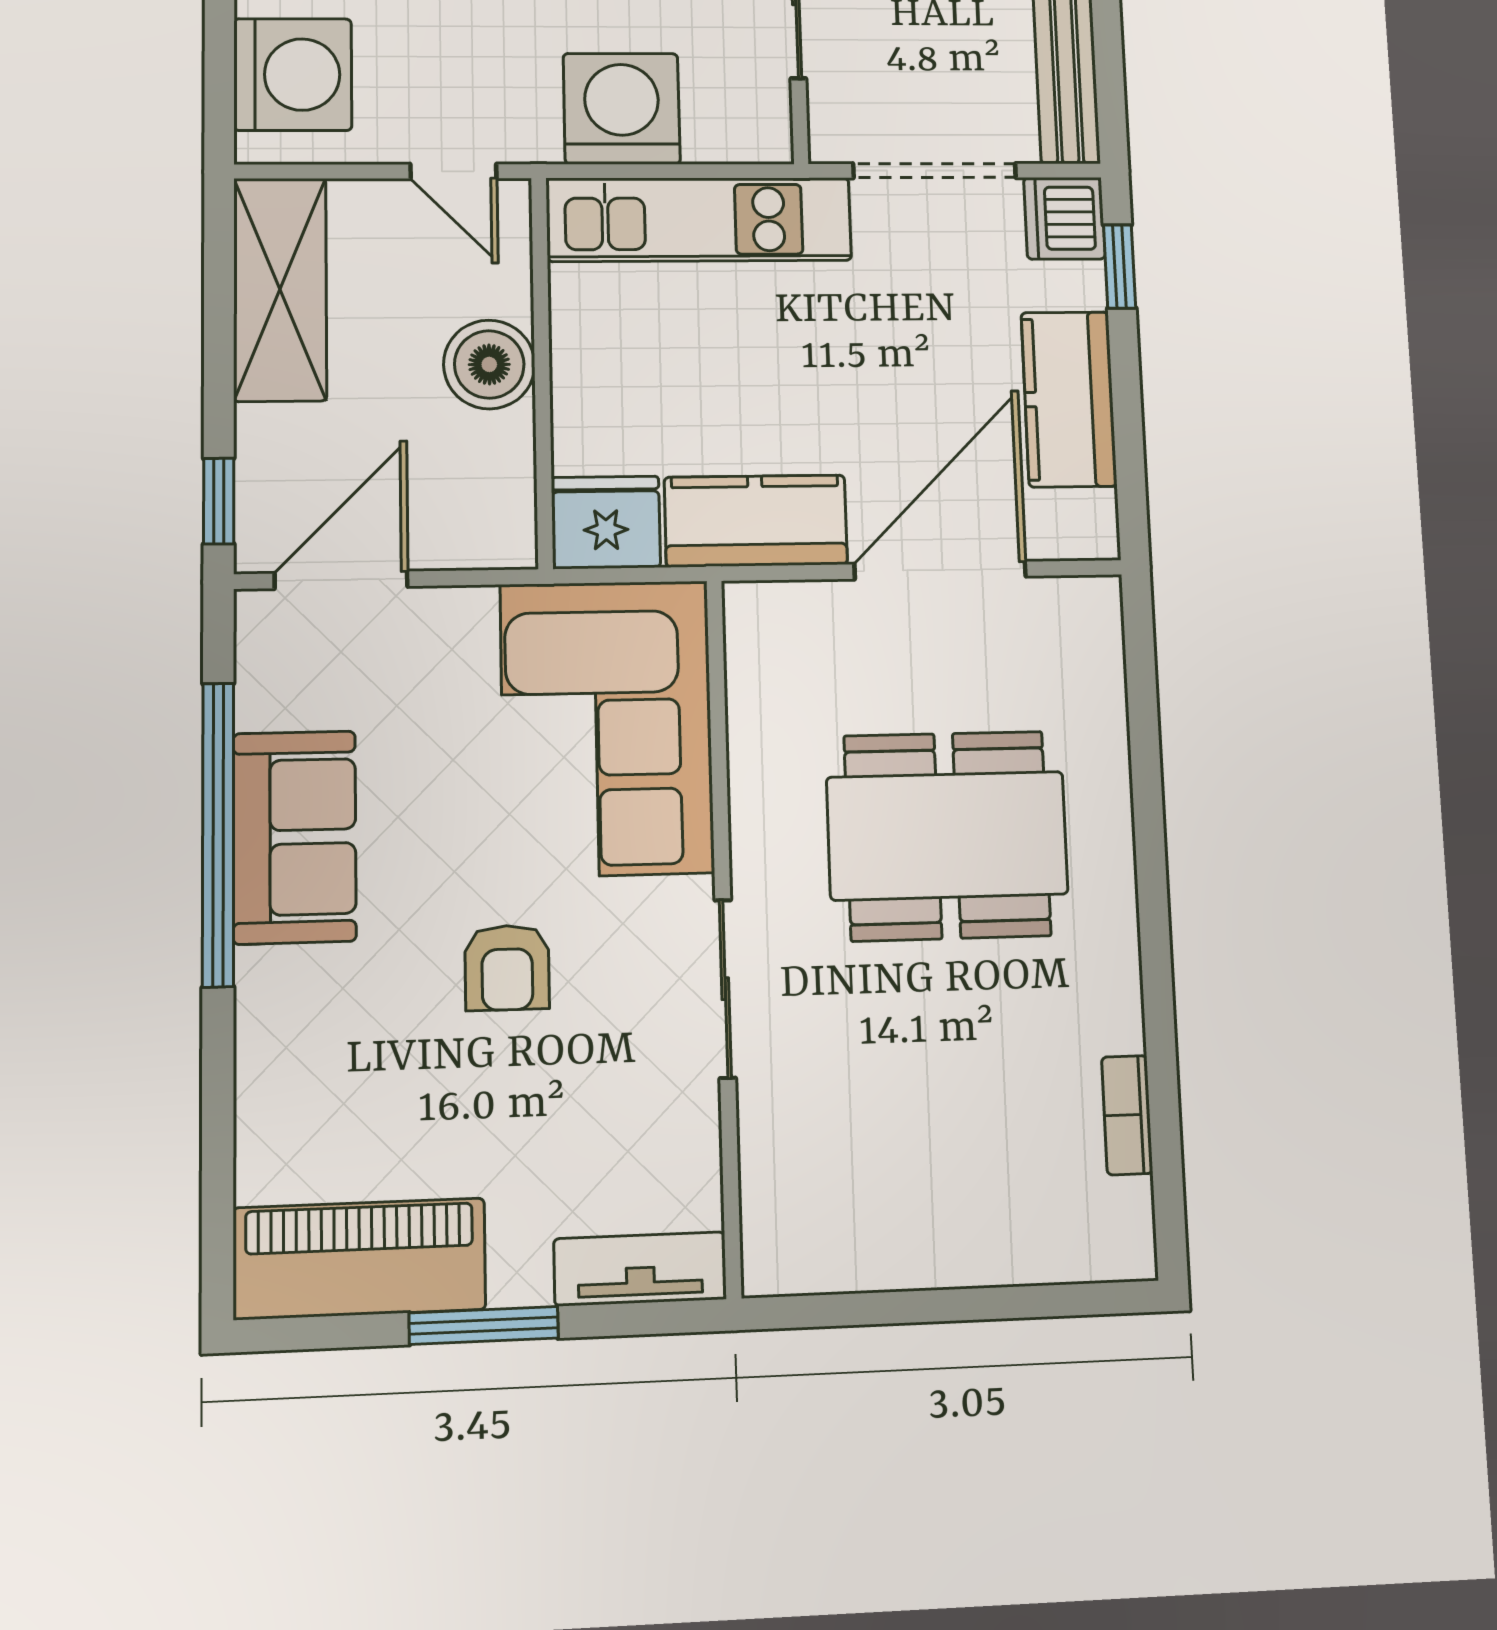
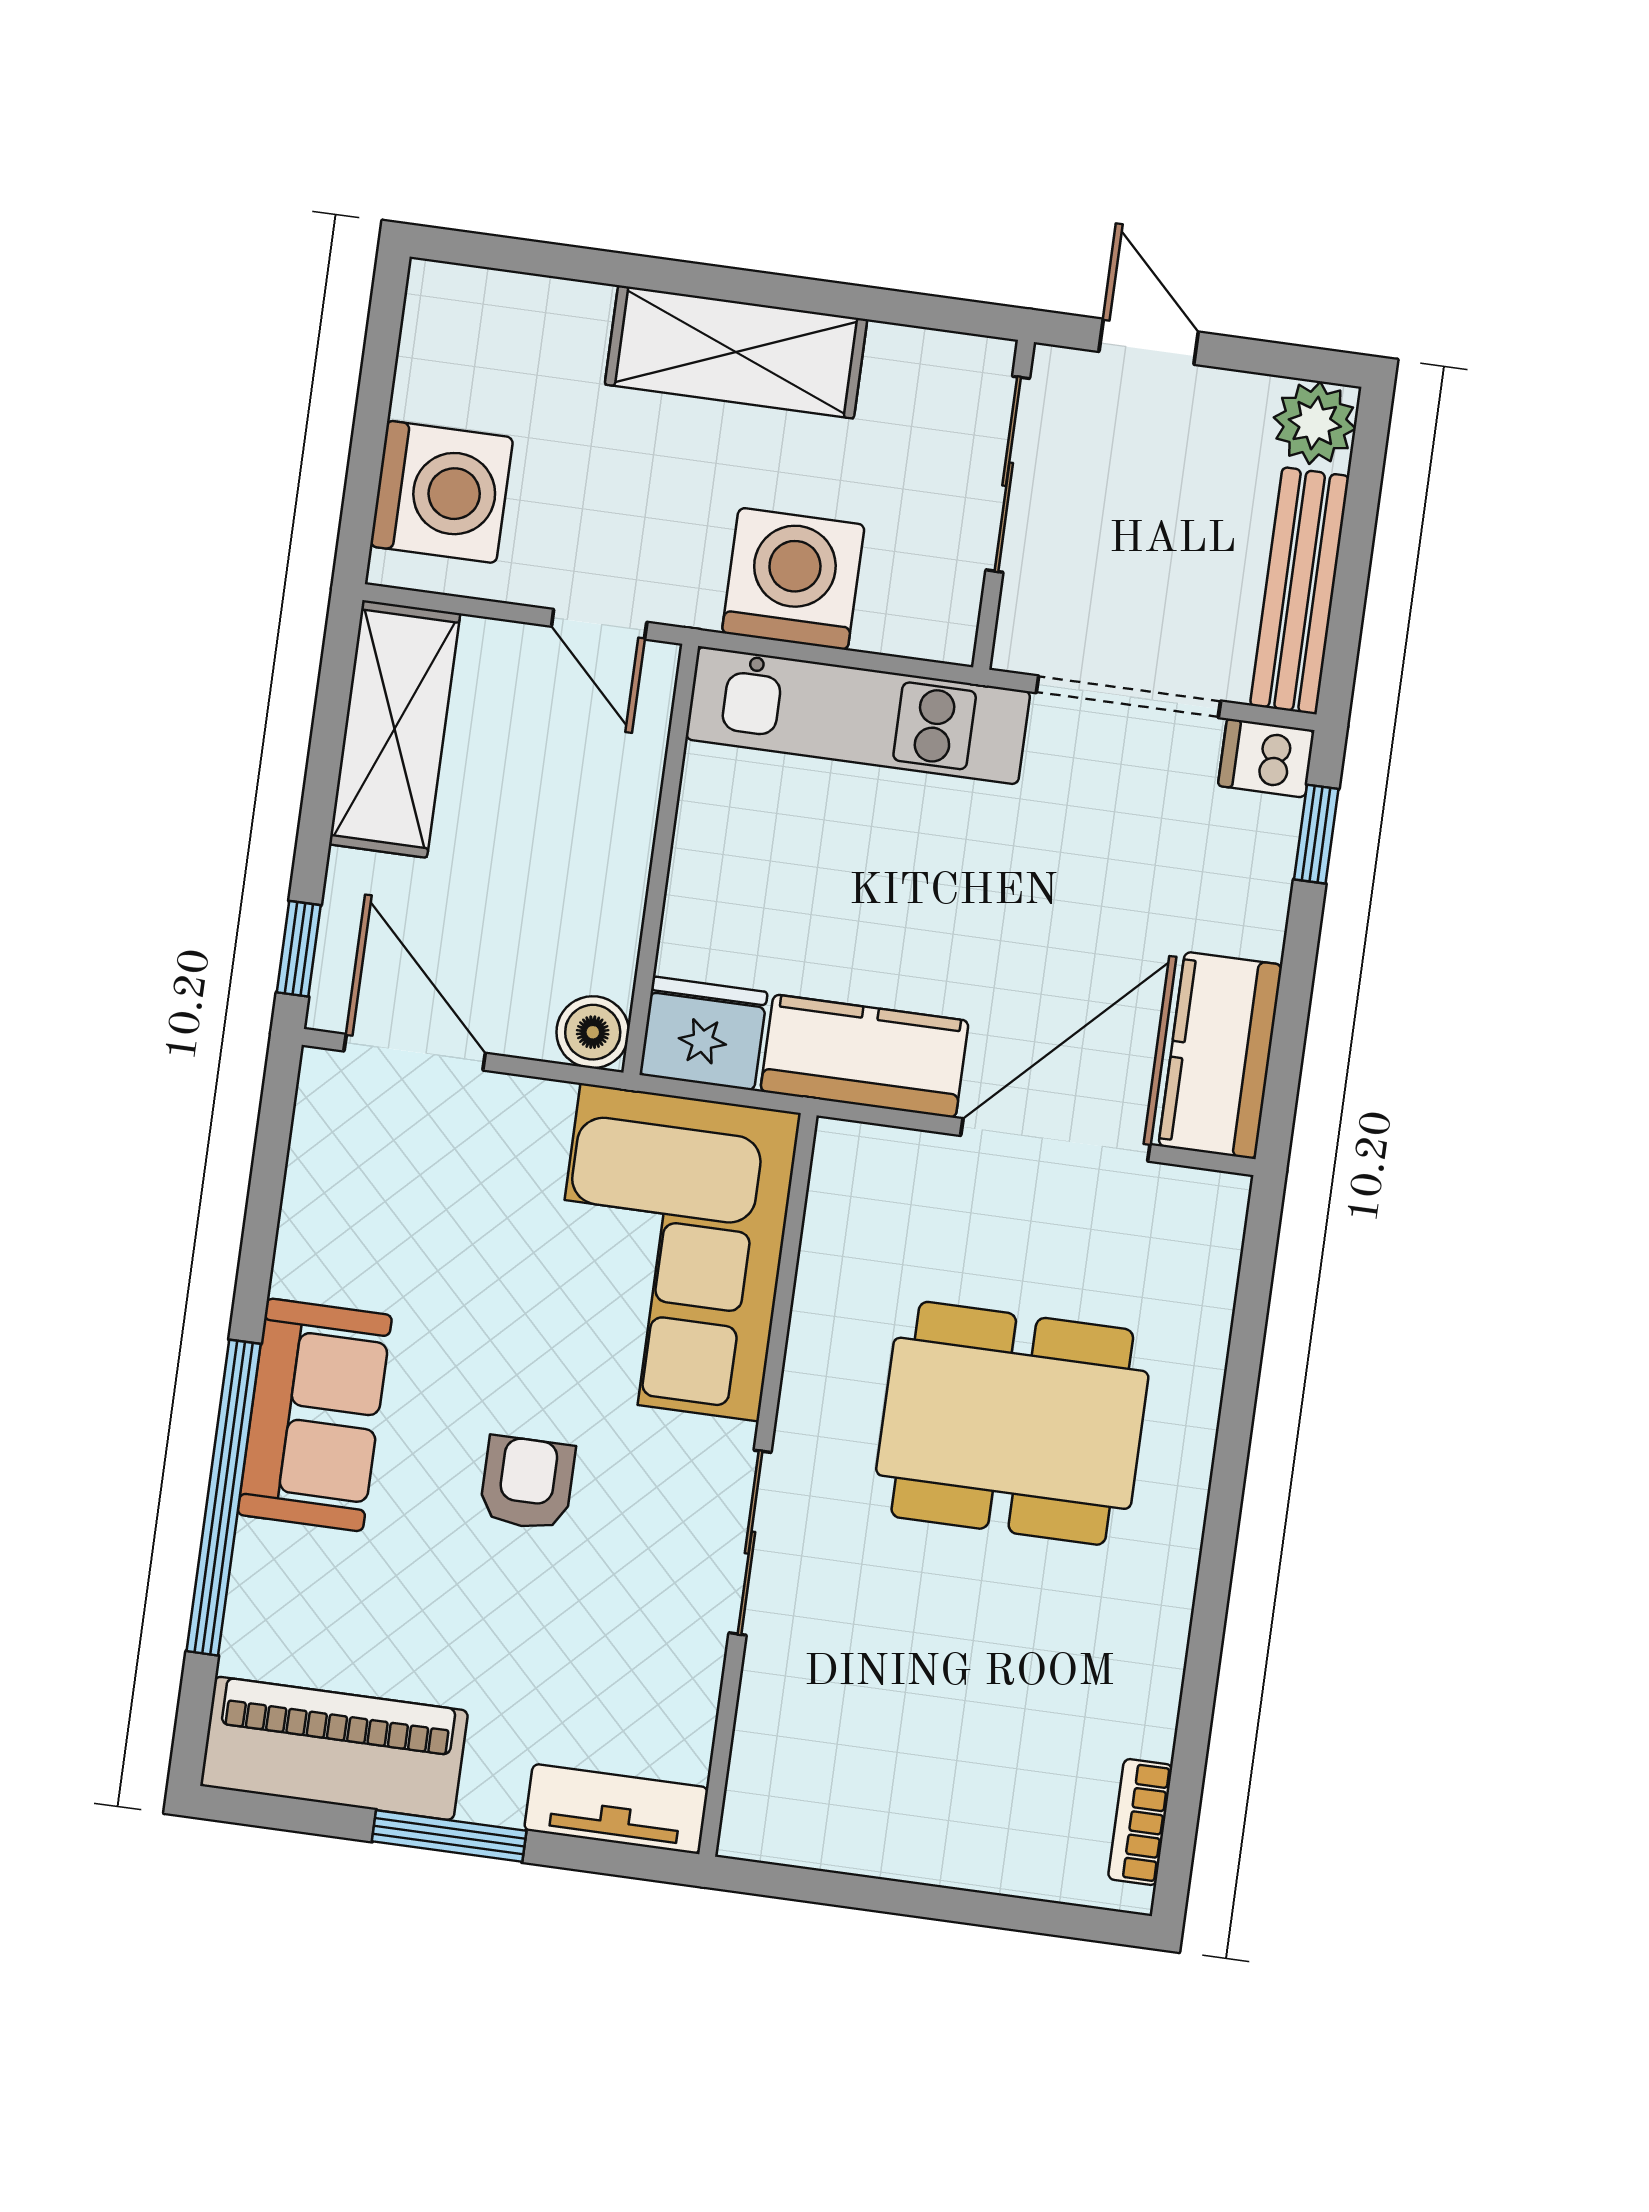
dishwasher: (1064, 218) -> (1266, 758), width x0.73
boiler: (489, 364) -> (593, 1032), moved, width x0.73, depth x0.73
kitchen counter: (1069, 399) -> (1220, 1055), moved
door: (341, 580) -> (415, 1052), hinge flipped
window: (218, 834) -> (224, 1498), moved
sofa: (295, 837) -> (315, 1415), moved
armchair: (507, 968) -> (527, 1483), turned 180
bookcase: (1127, 1115) -> (1140, 1822), moved

